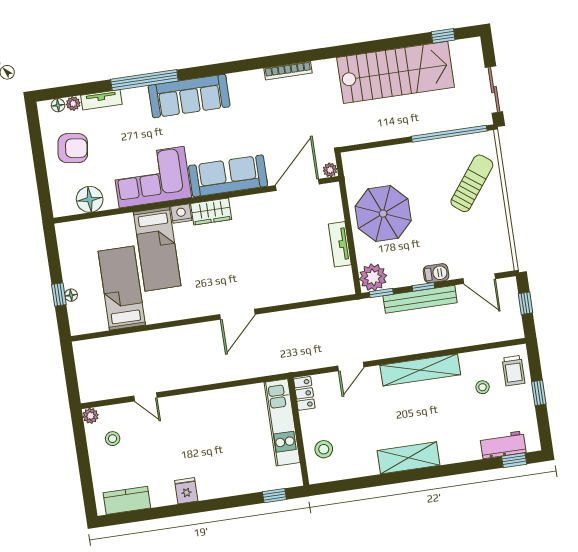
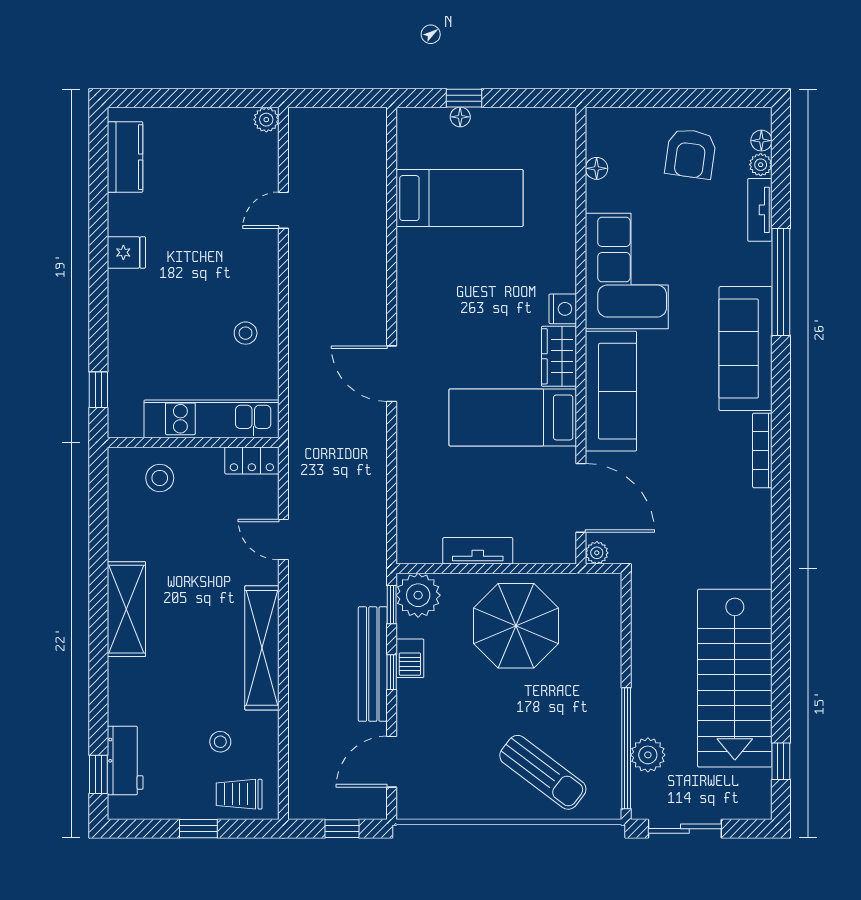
bookcase: (288, 71) -> (762, 450), moved
plant: (451, 119) -> (648, 755), added
floor lamp: (90, 199) -> (597, 168), width x0.53, depth x0.53
bed: (157, 249) -> (513, 417), moved
barbecue: (436, 273) -> (410, 658), moved
stool: (113, 439) -> (246, 333), moved

